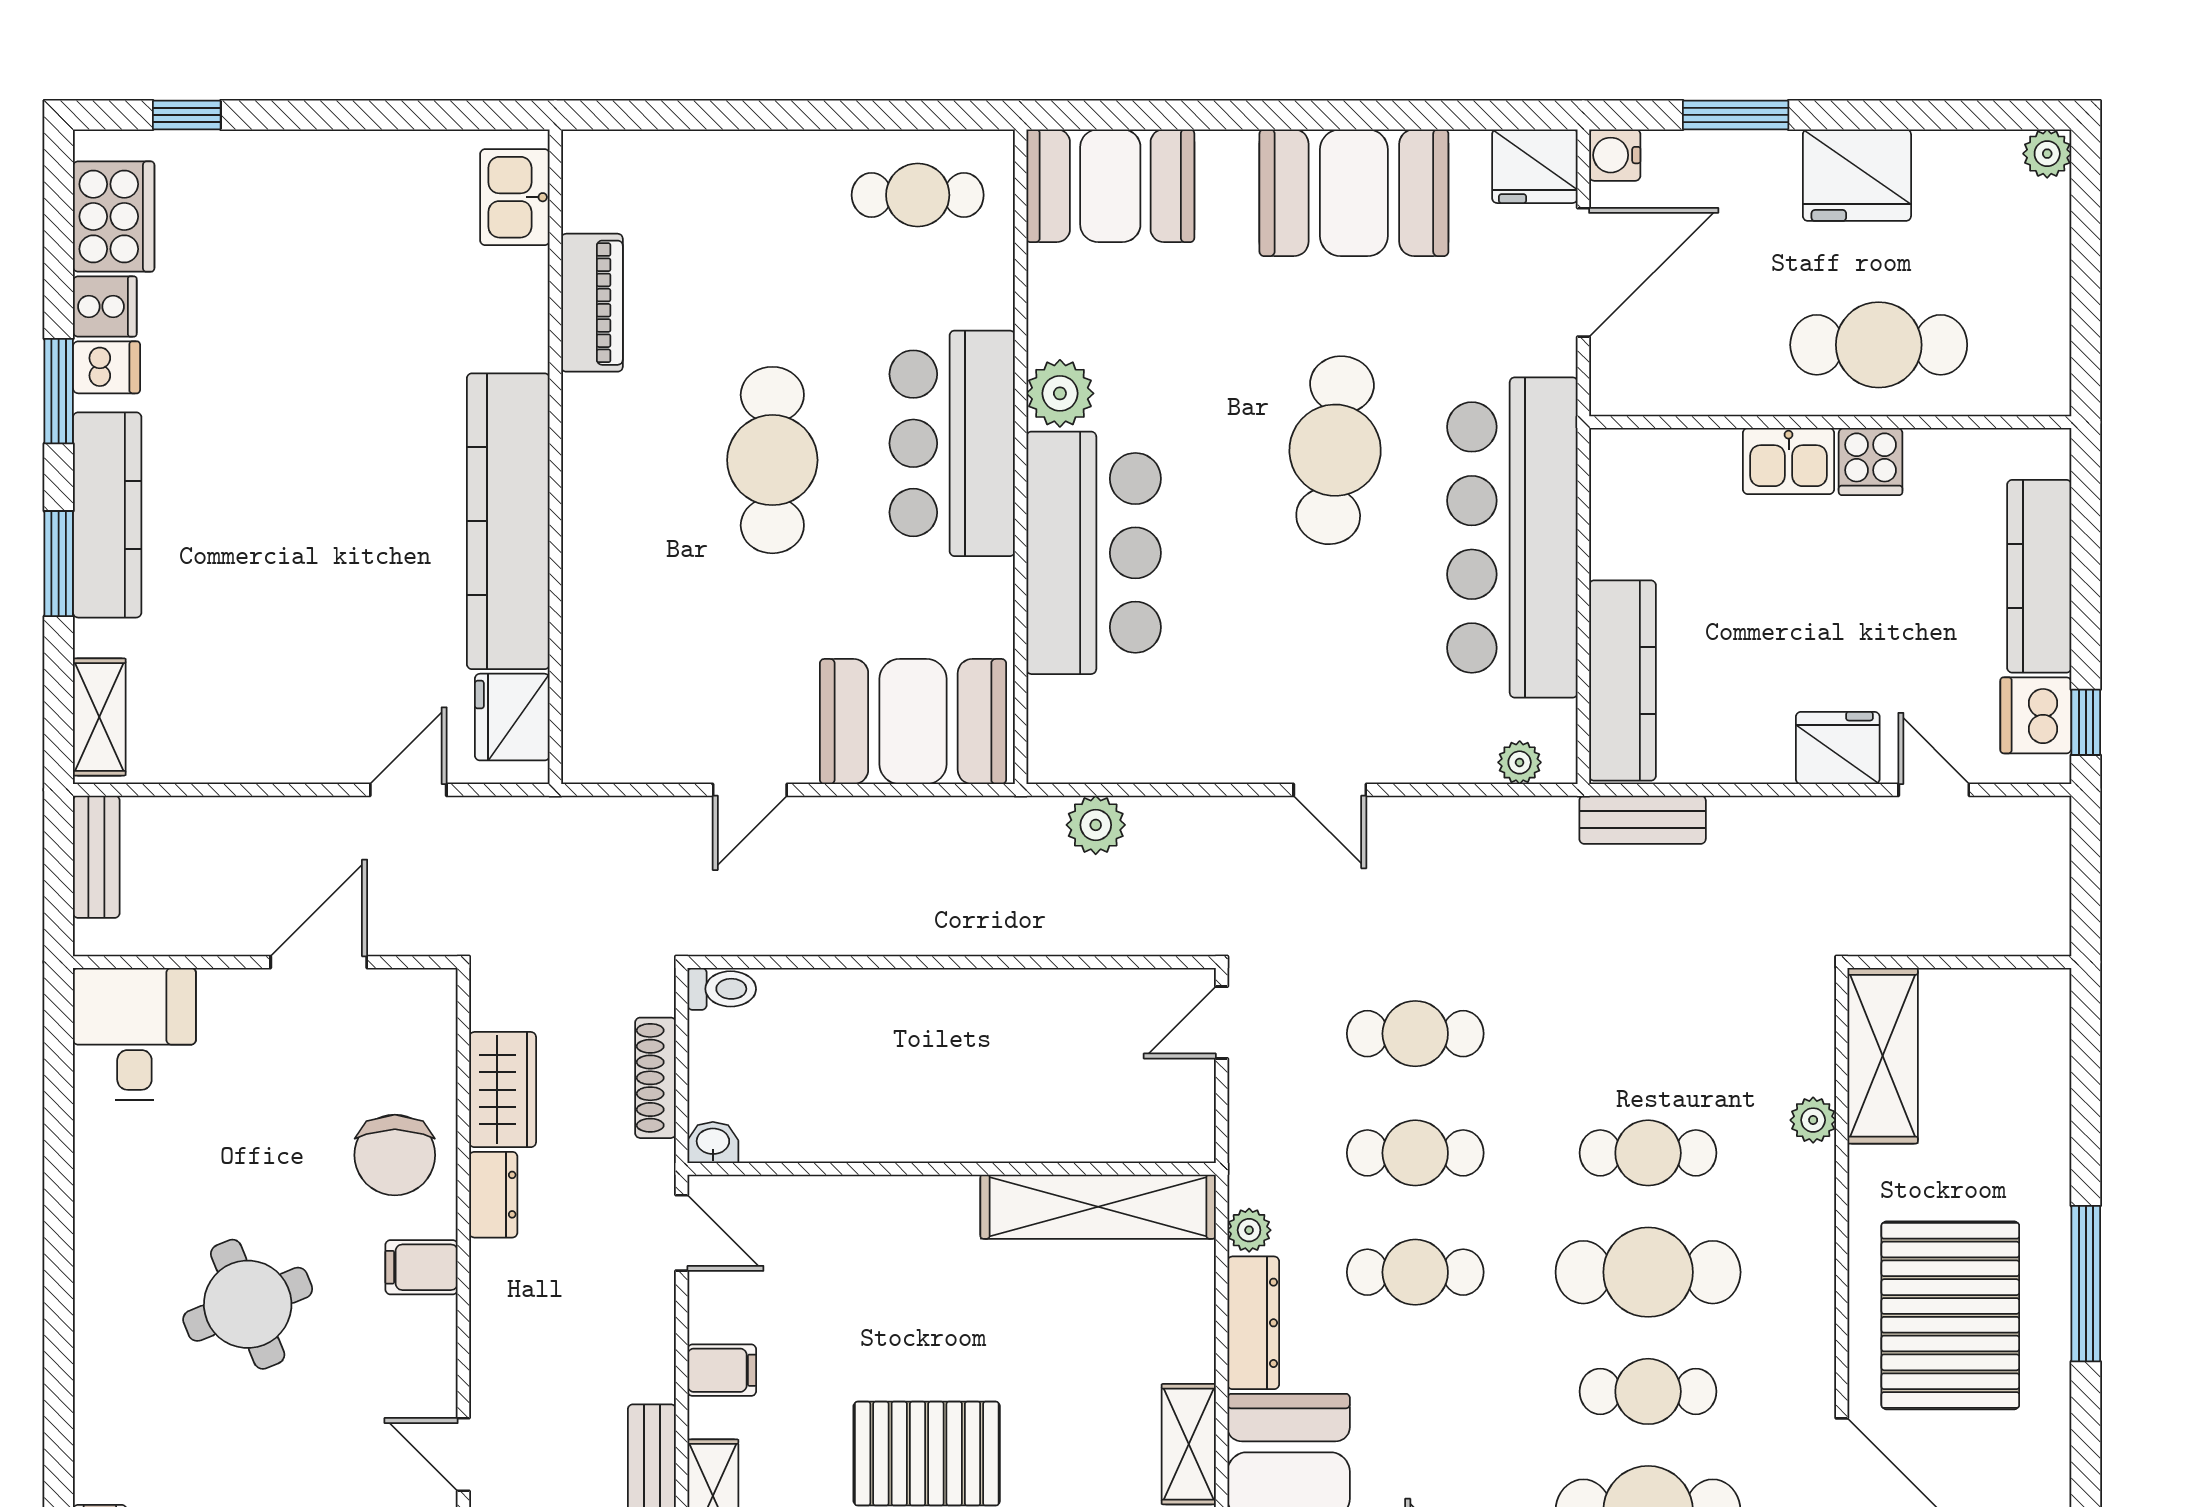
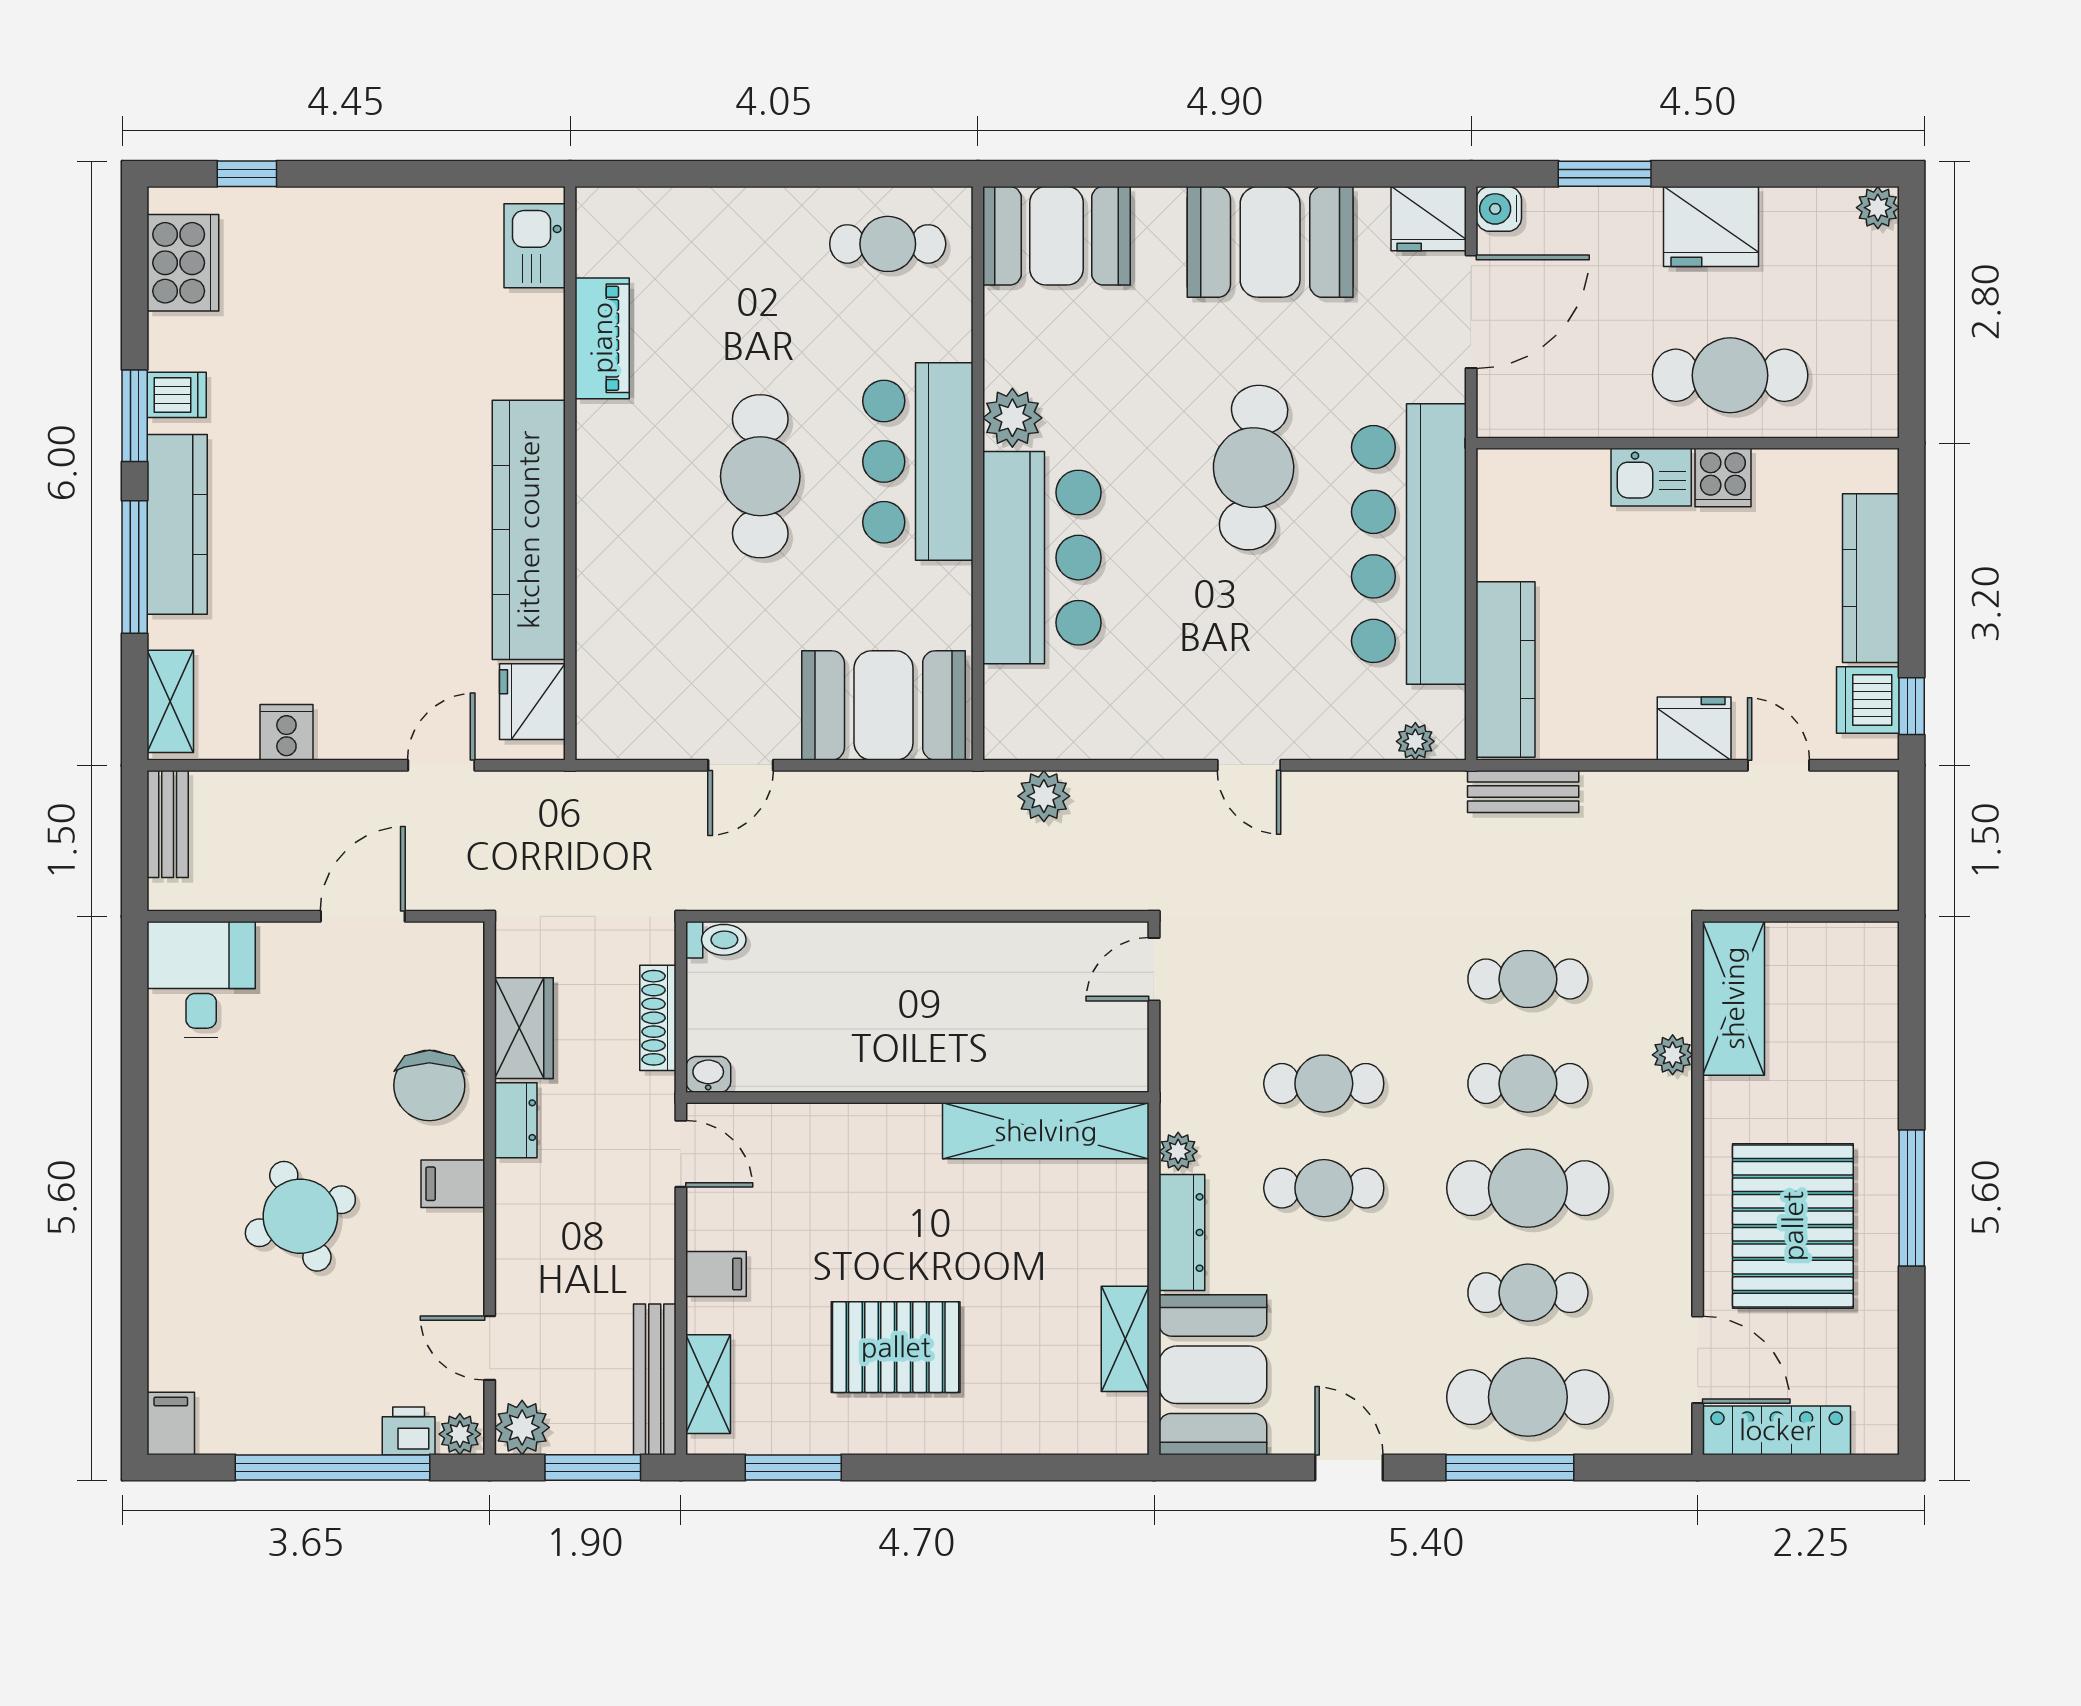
cooker: (105, 306) -> (286, 732), moved, turned -90
window: (59, 564) -> (135, 567), width x1.44
cafe table: (1415, 1034) -> (1528, 979), moved

